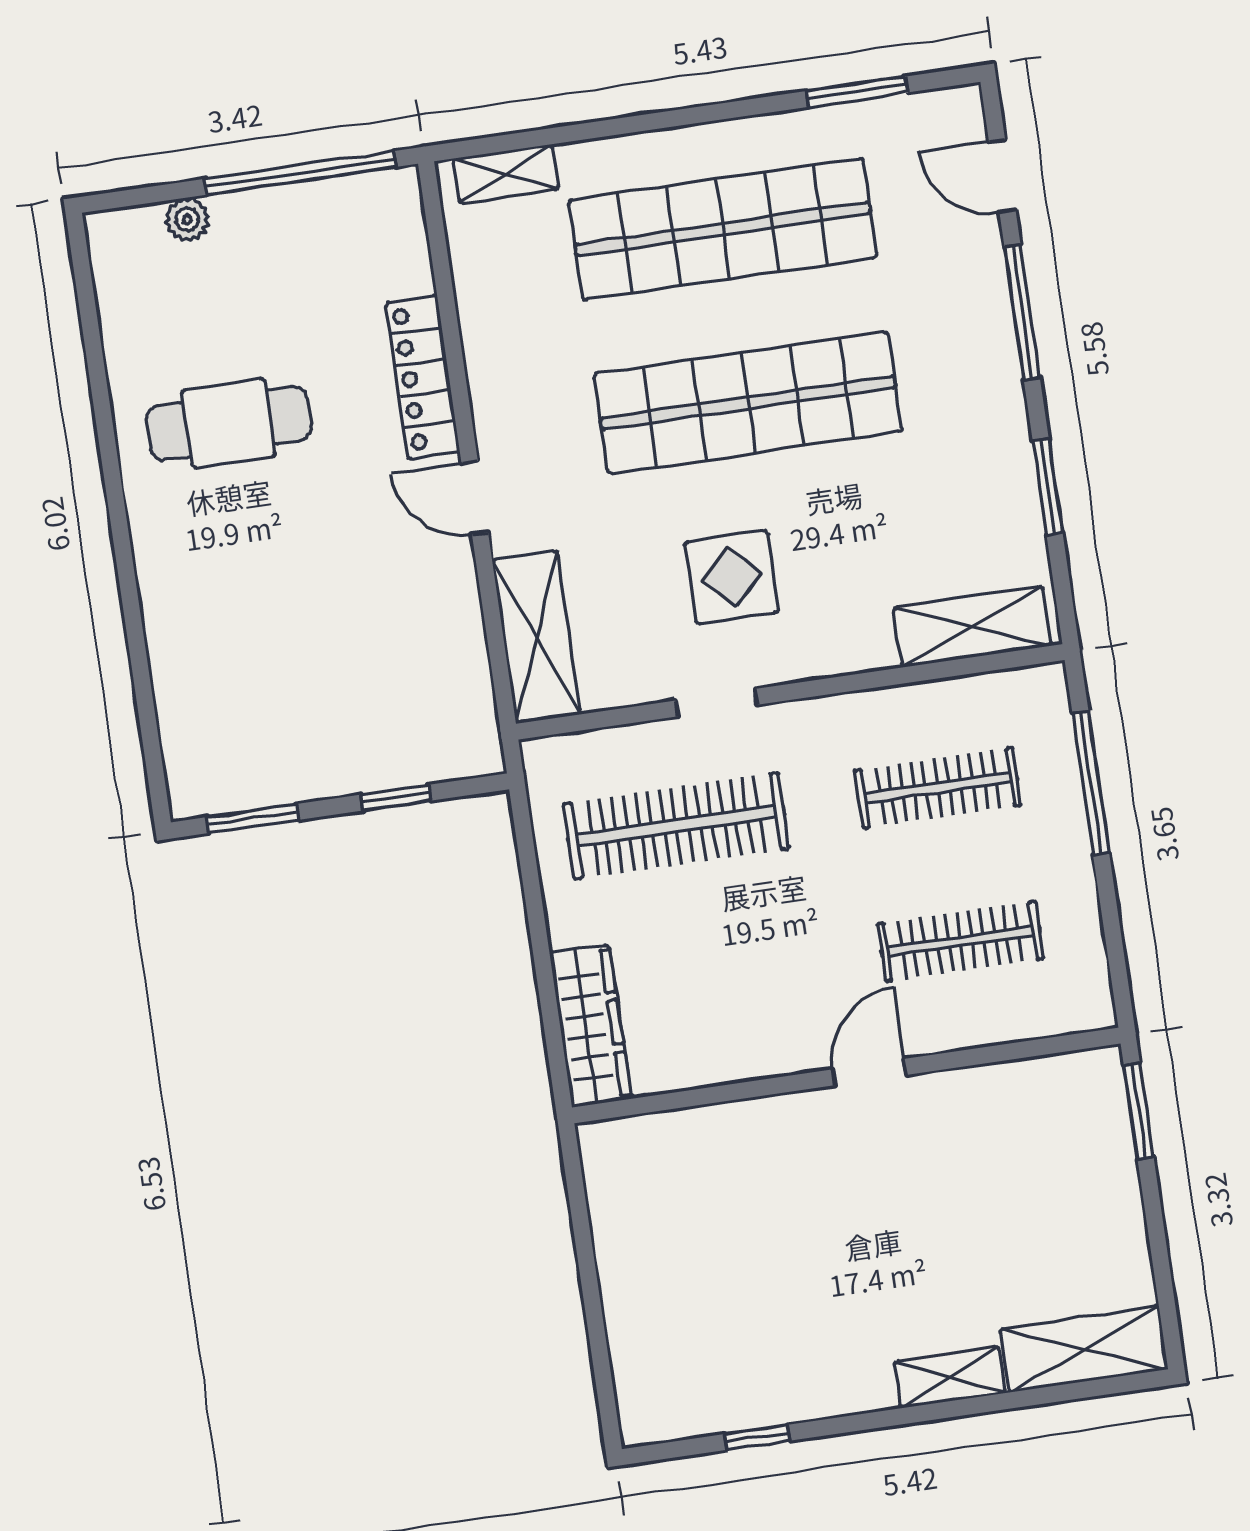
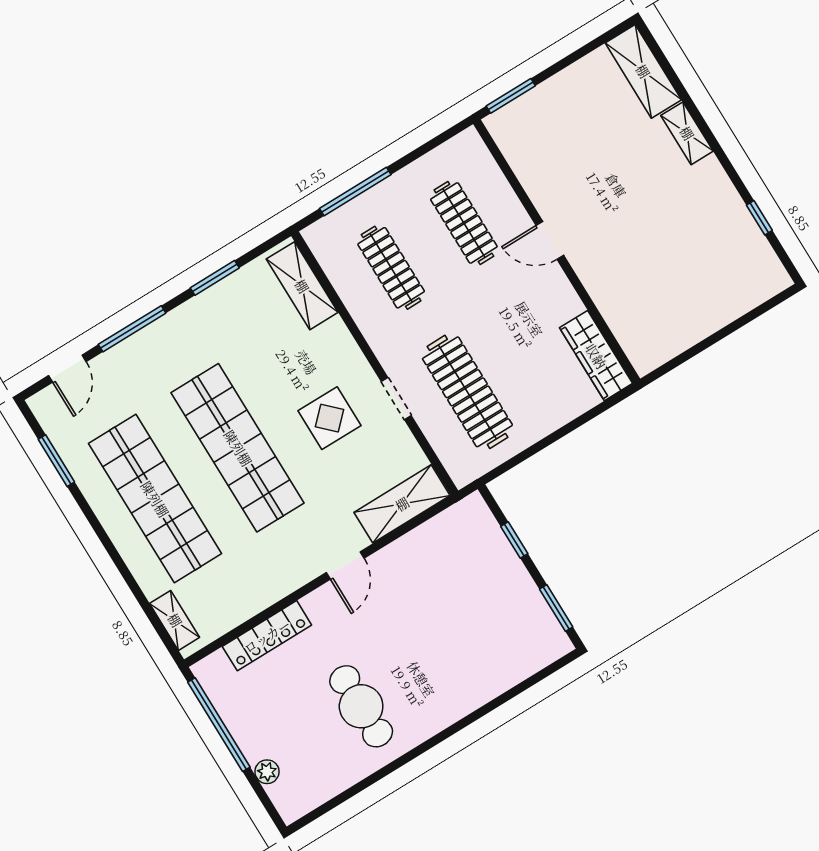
locker: (423, 377) -> (267, 636), moved
wardrobe: (590, 1026) -> (596, 356), moved, turned -90

